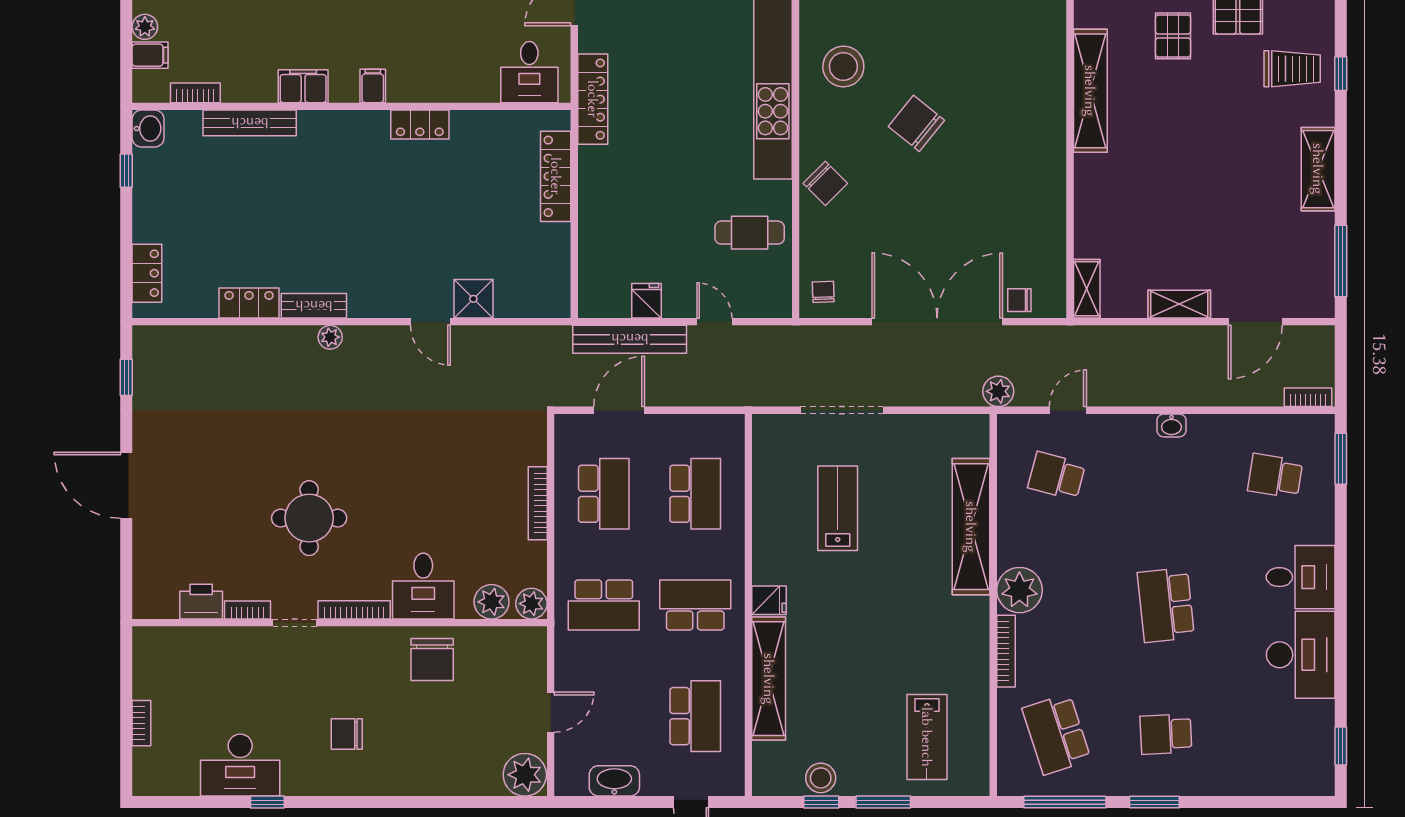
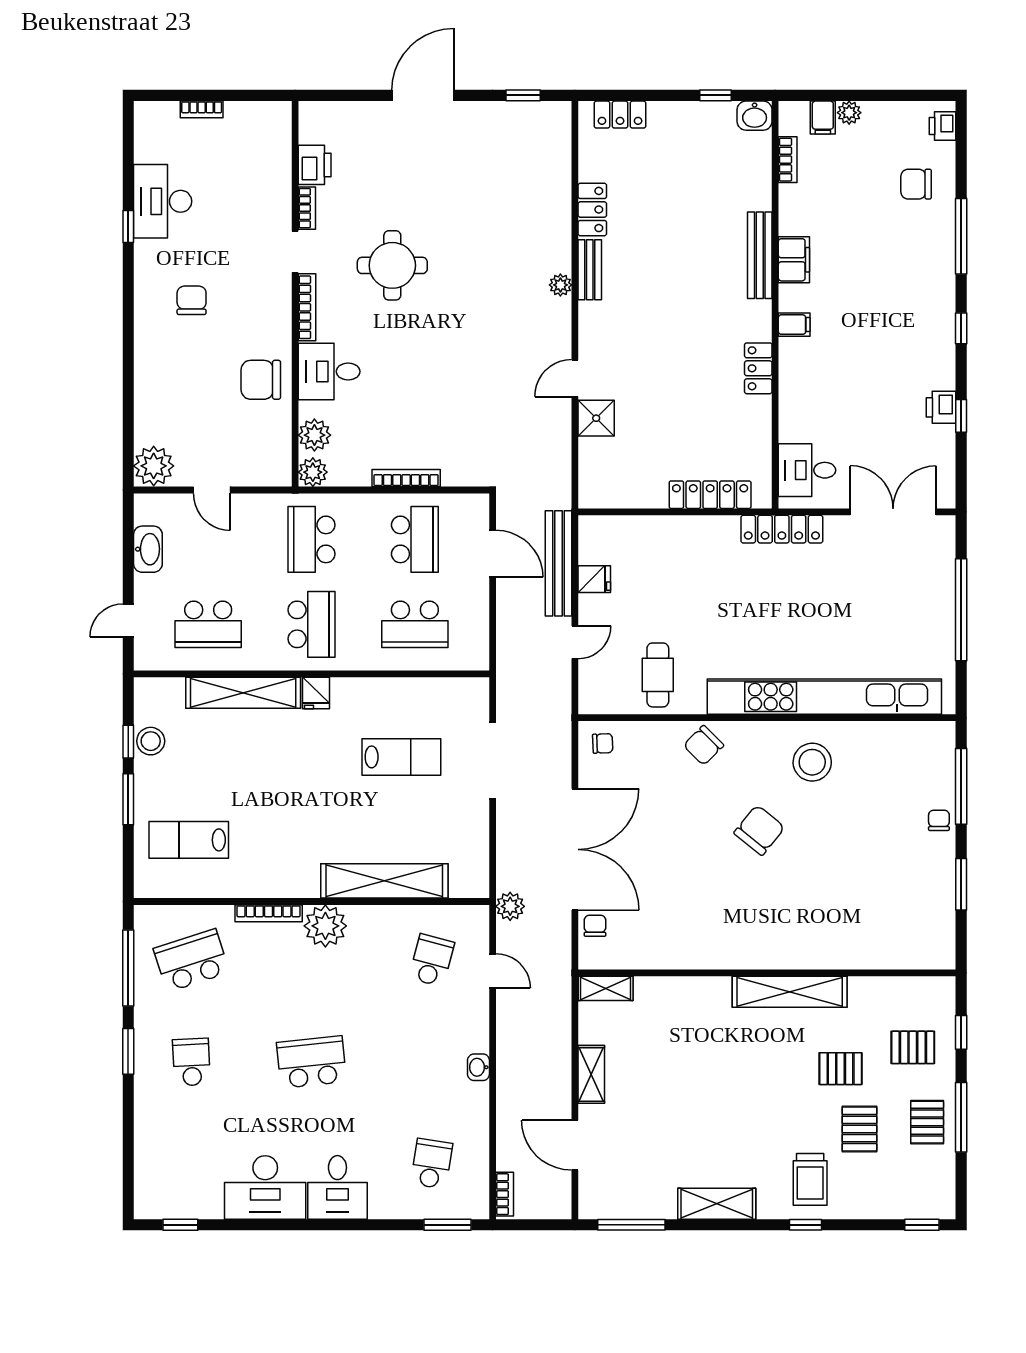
bench: (250, 123) -> (760, 255), moved
school desk: (604, 494) -> (415, 539), turned -90

